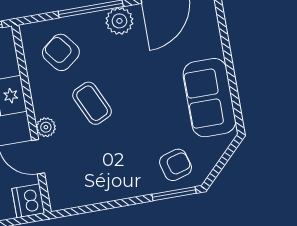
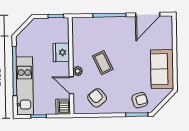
plant: (119, 21) -> (123, 23), removed
armchair: (61, 52) -> (97, 98), moved

